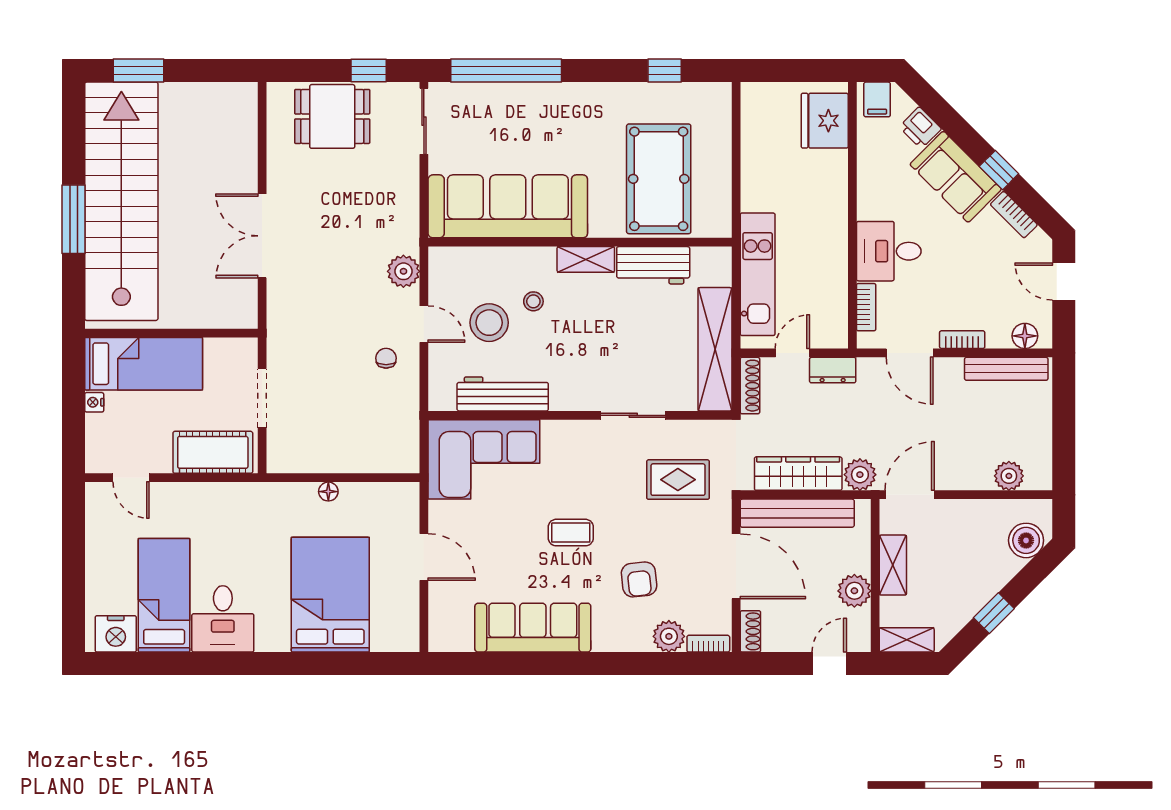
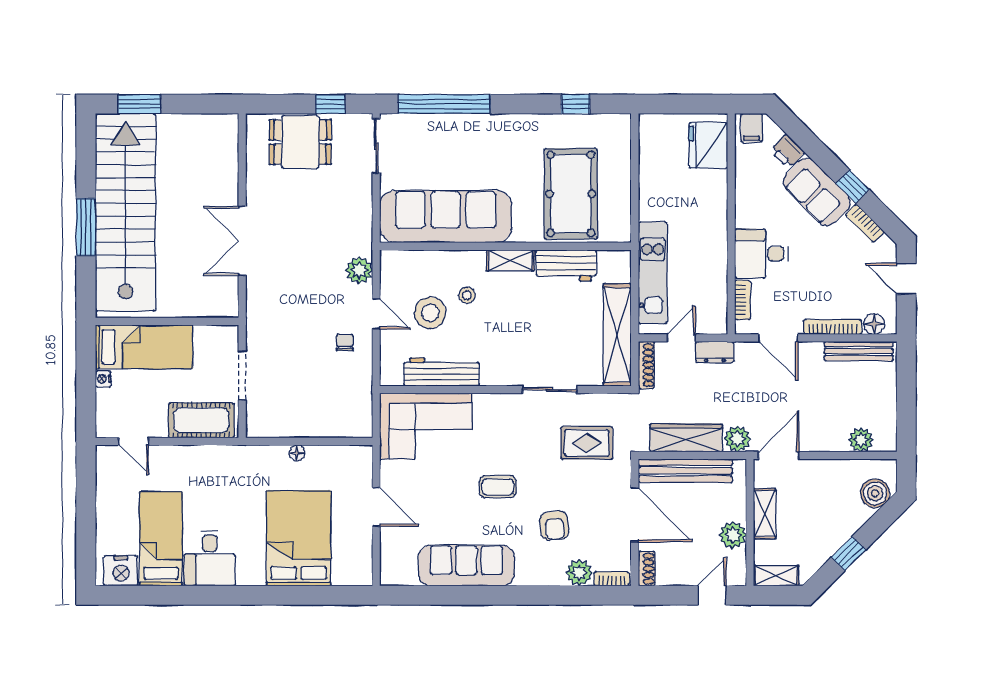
bookcase: (962, 340) -> (833, 327), width x1.56

